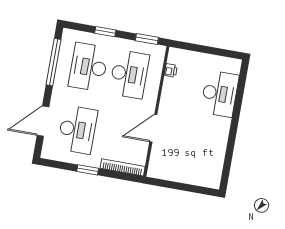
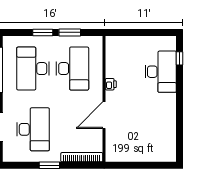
window: (147, 39) -> (70, 32), moved
printer: (171, 70) -> (111, 84), moved
window: (242, 83) -> (180, 58), added

